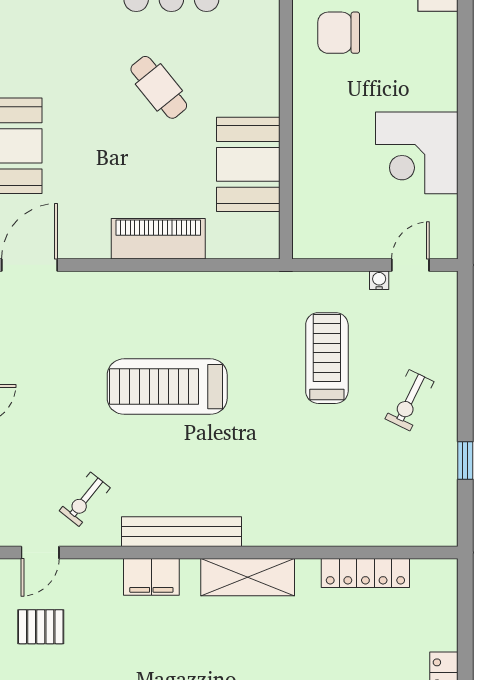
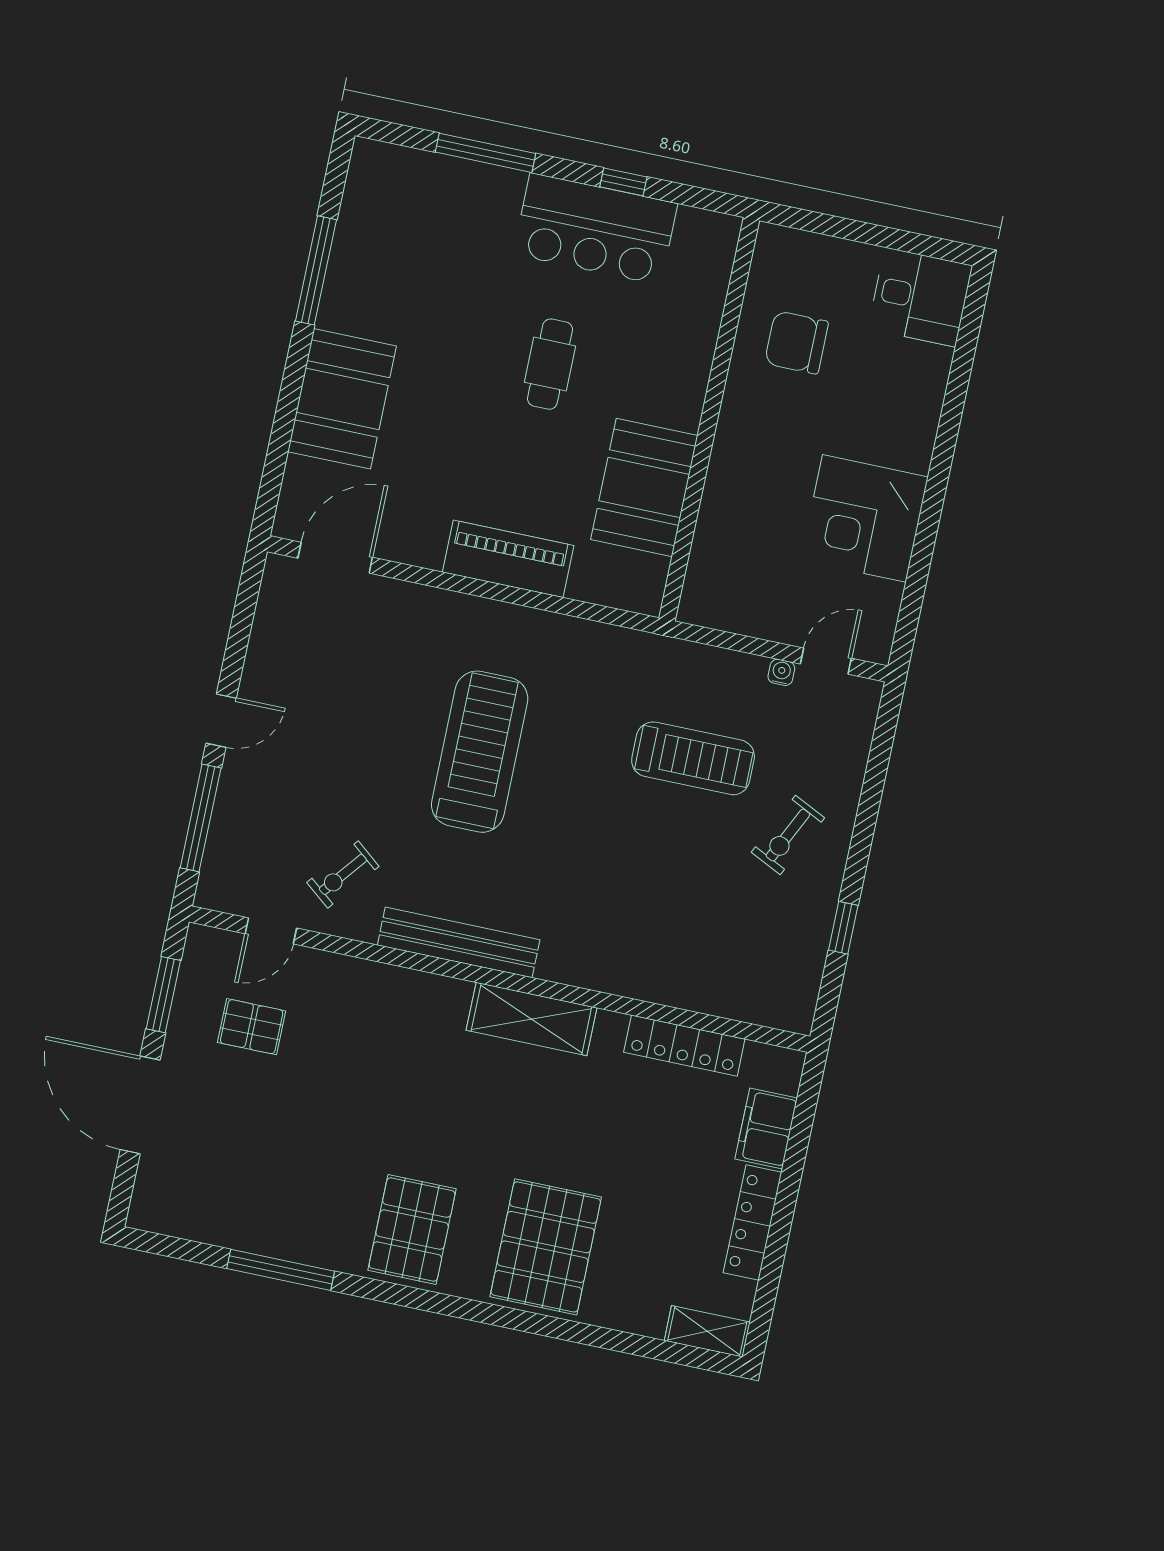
cafe table: (159, 87) -> (550, 364), turned 39
treadmill: (327, 358) -> (693, 758), turned 90
treadmill: (167, 387) -> (480, 752), turned 90
filing cabinet: (151, 577) -> (766, 1128), moved, turned 90

